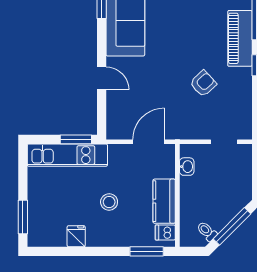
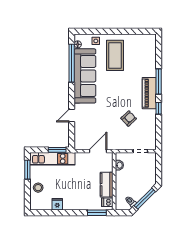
door: (102, 78) -> (72, 116), swing flipped
stool: (109, 202) -> (38, 188), moved
window: (23, 217) -> (27, 170), moved

